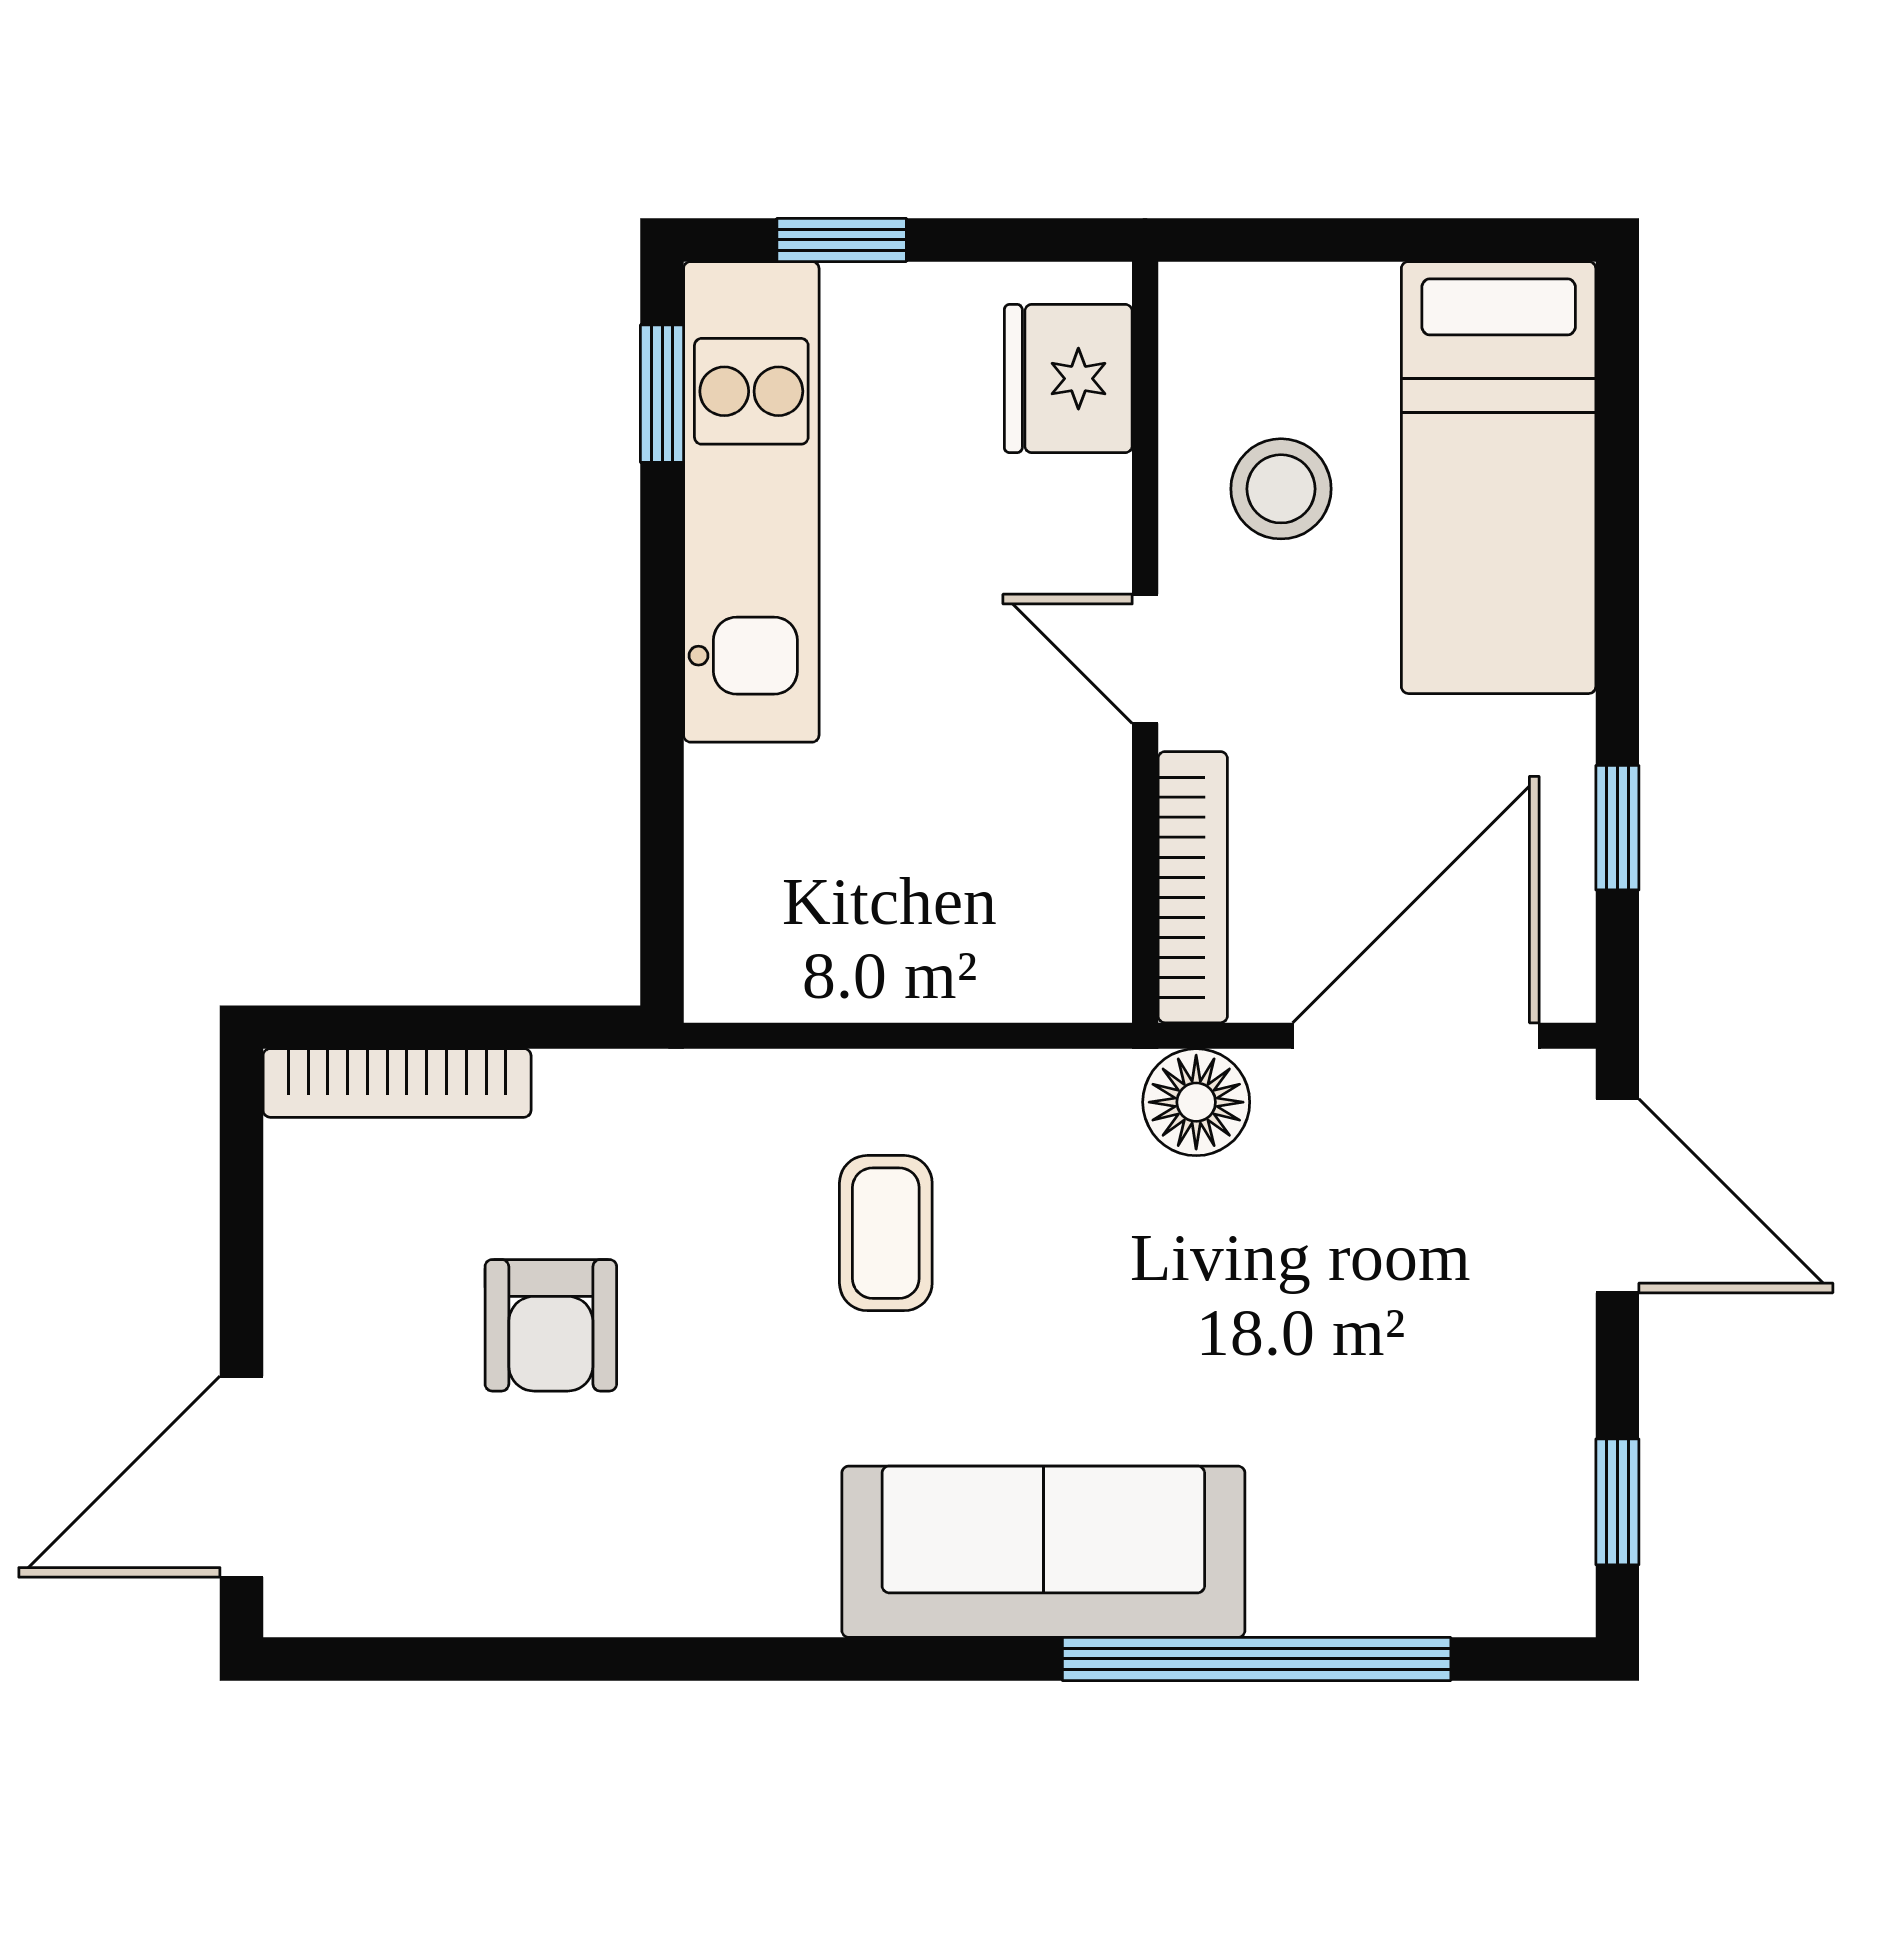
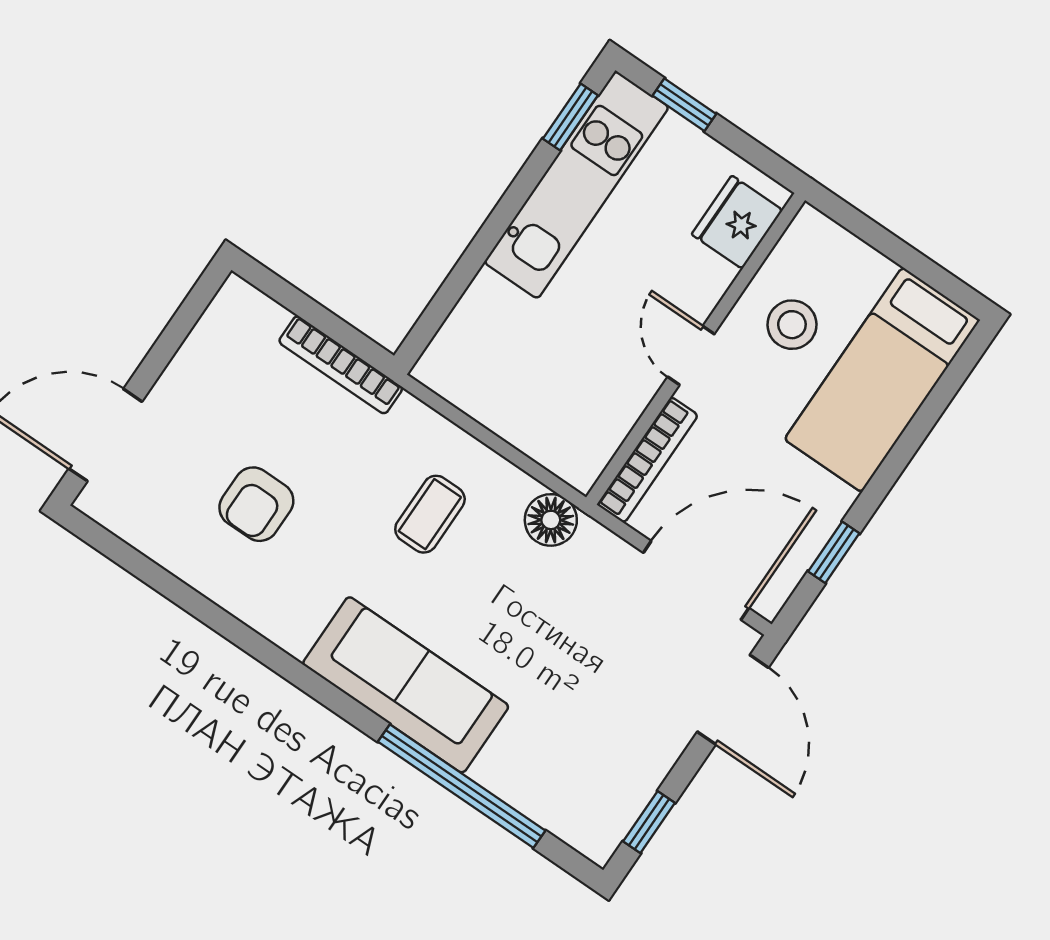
bookcase: (397, 1083) -> (341, 365), moved
floor lamp: (1196, 1102) -> (551, 520), moved
armchair: (551, 1325) -> (256, 504), moved

